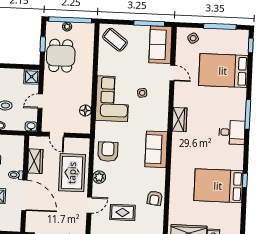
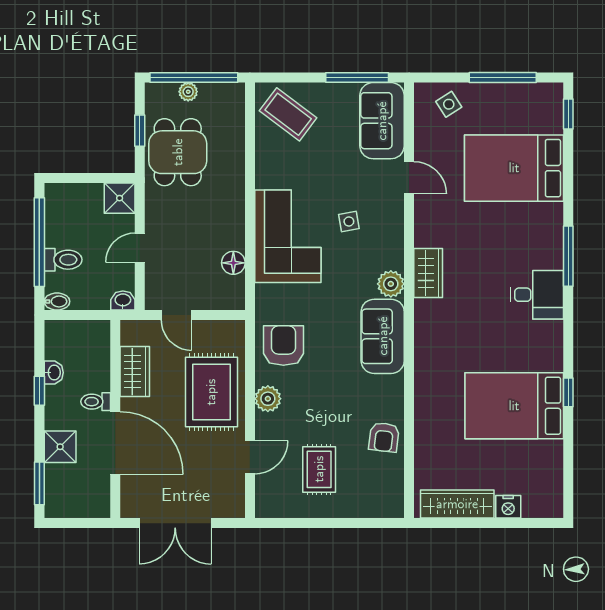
plant: (161, 124) -> (391, 284), added
rug: (123, 212) -> (319, 469), turned 90

